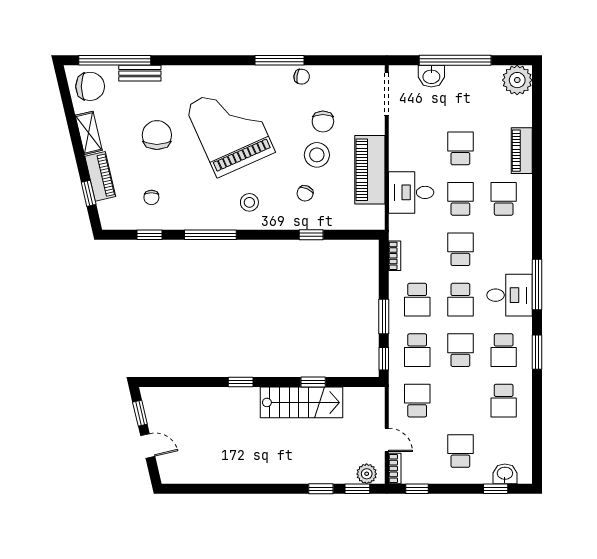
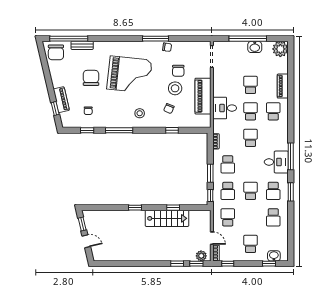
washbasin: (431, 76) -> (255, 47), moved
chair: (90, 86) -> (56, 52), turned 90
grand piano: (230, 129) -> (129, 75), turned 120
shelving: (89, 133) -> (55, 77), removed
school desk: (460, 300) -> (250, 164), removed

